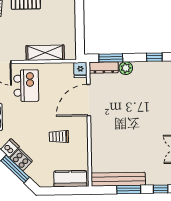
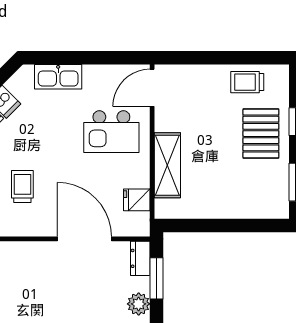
dresser: (104, 67) -> (140, 258), width x0.70
fridge: (80, 70) -> (137, 200), moved

